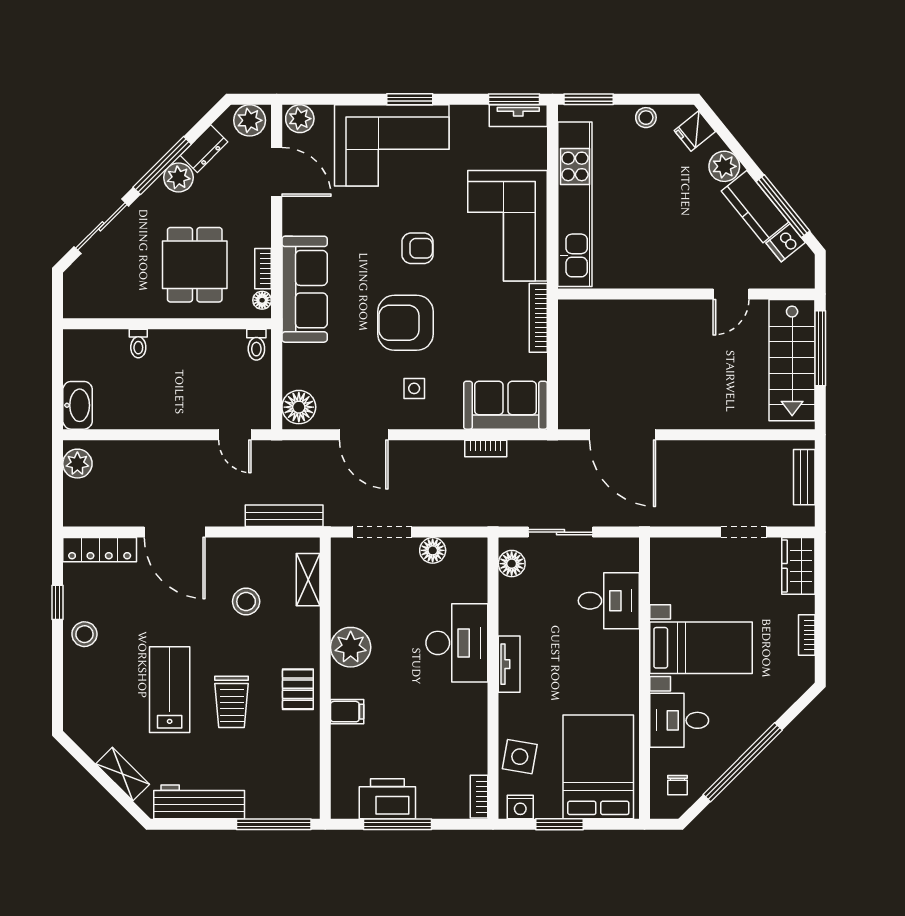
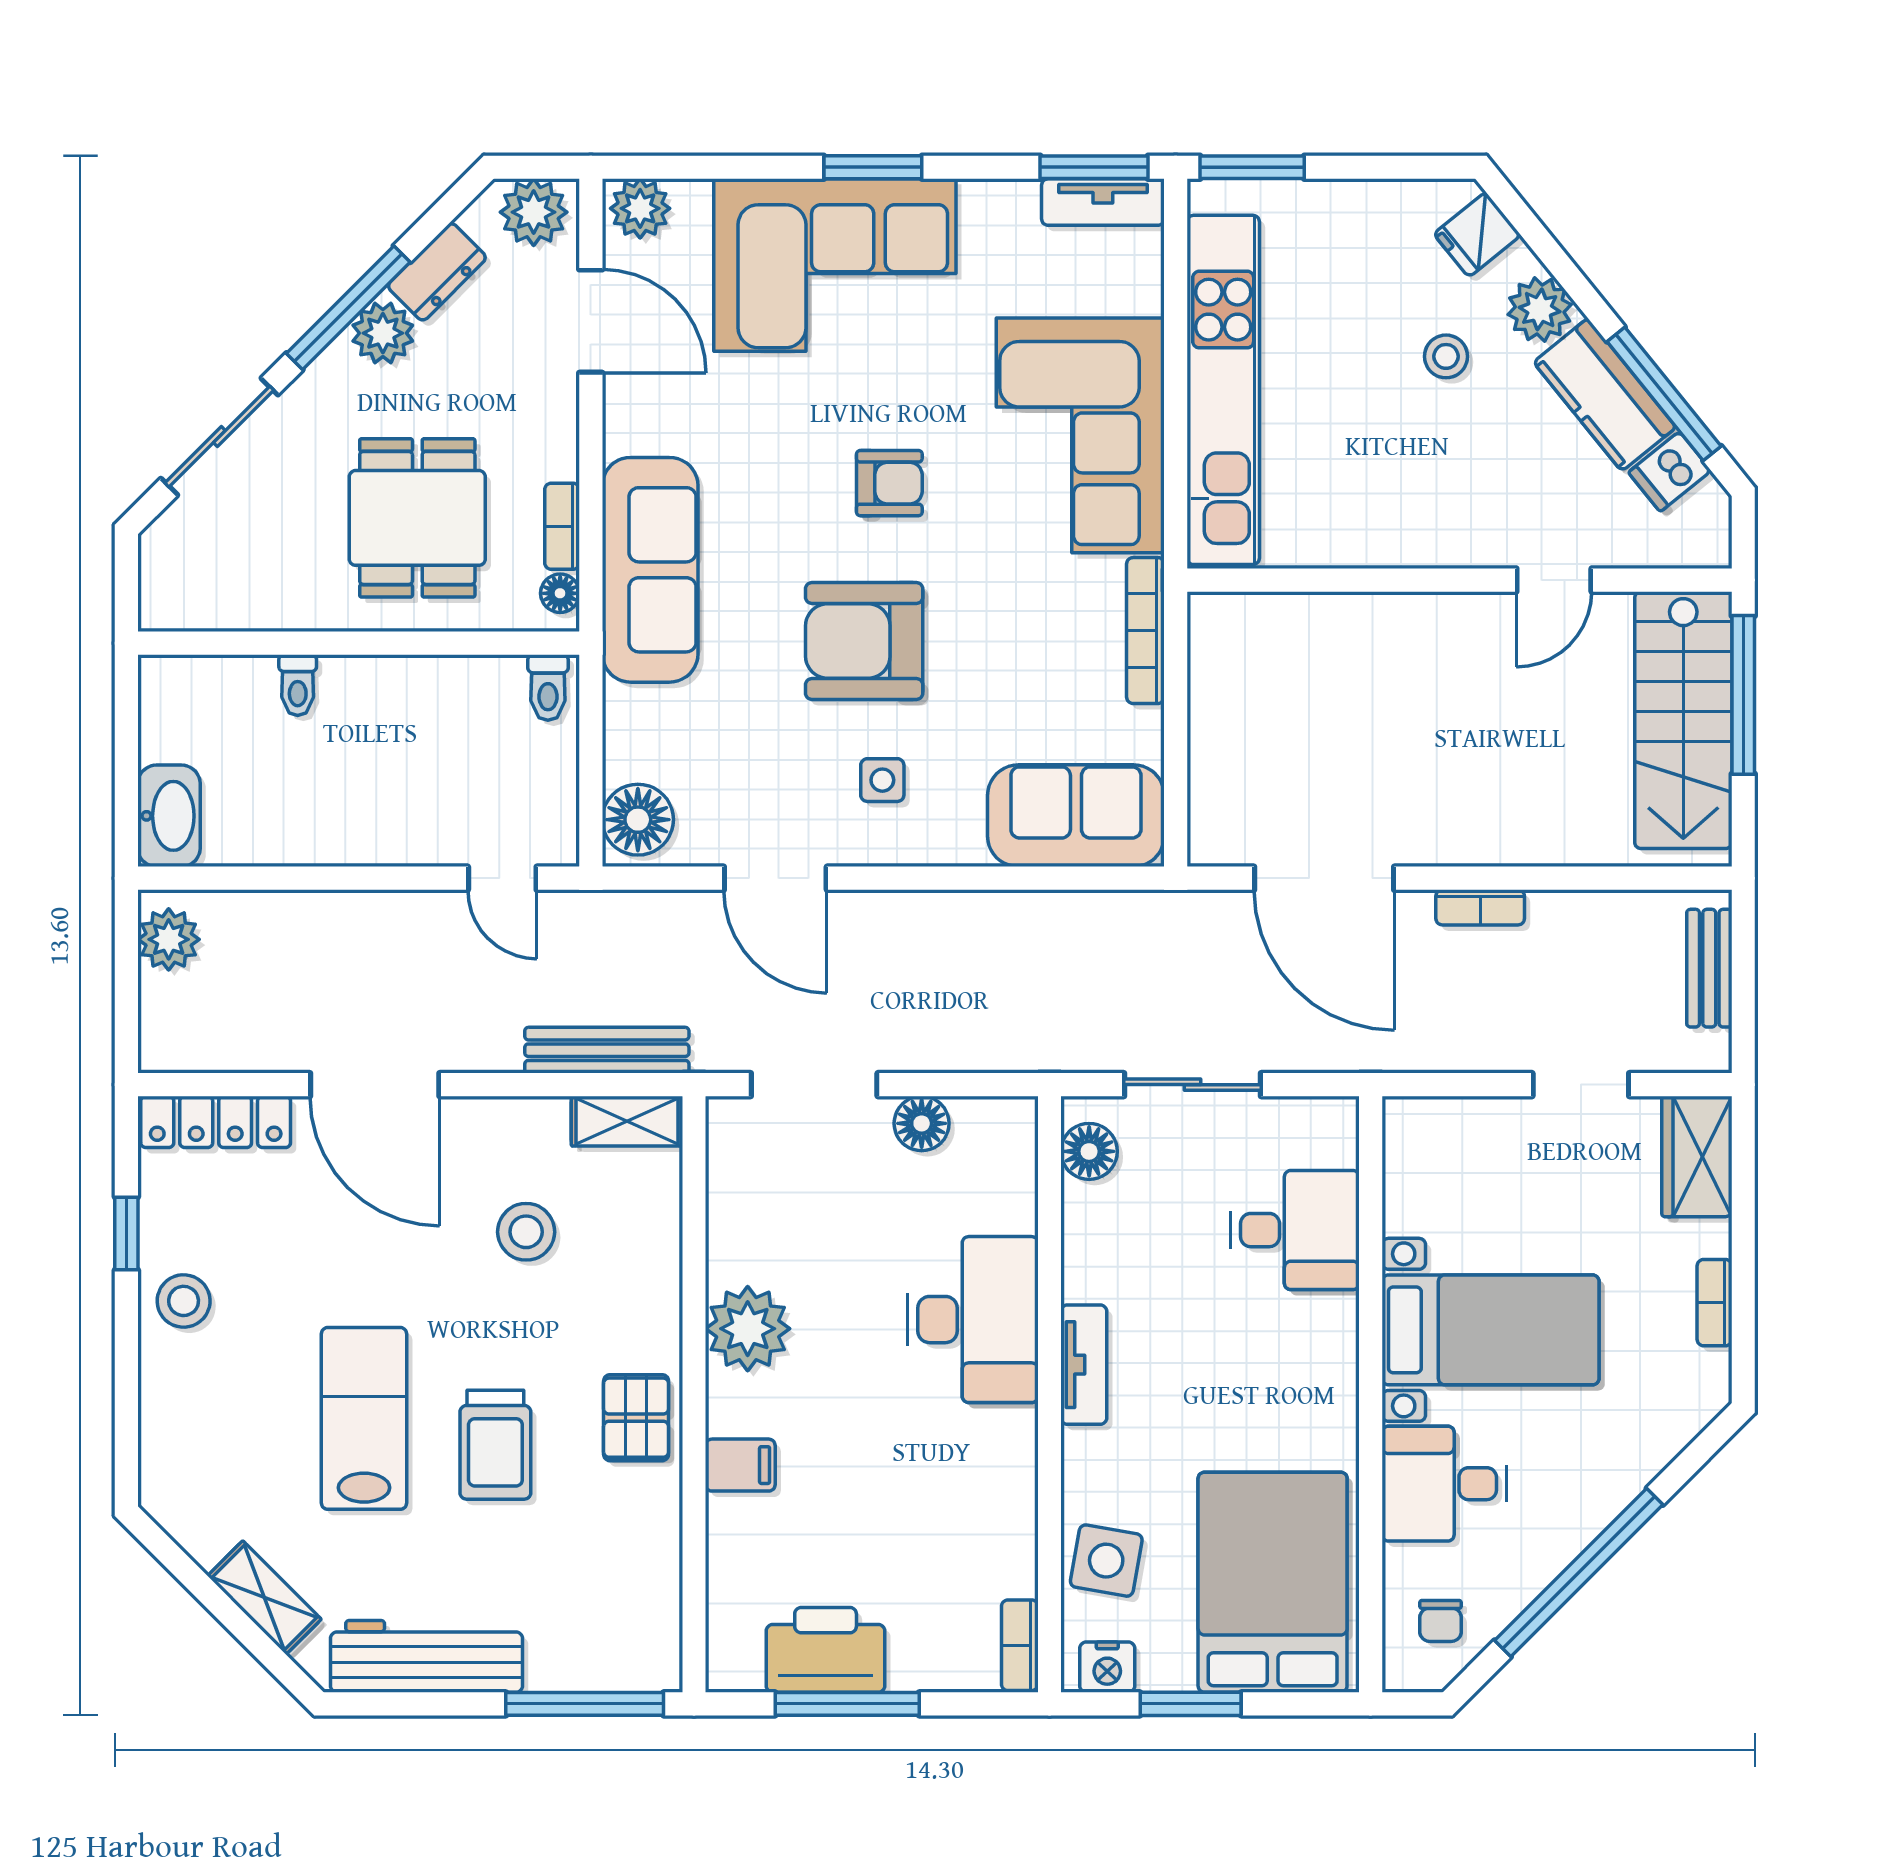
stool: (646, 118) -> (1446, 356), moved
bookcase: (486, 448) -> (1480, 907), moved
shelving: (308, 580) -> (627, 1121), moved, turned 90

